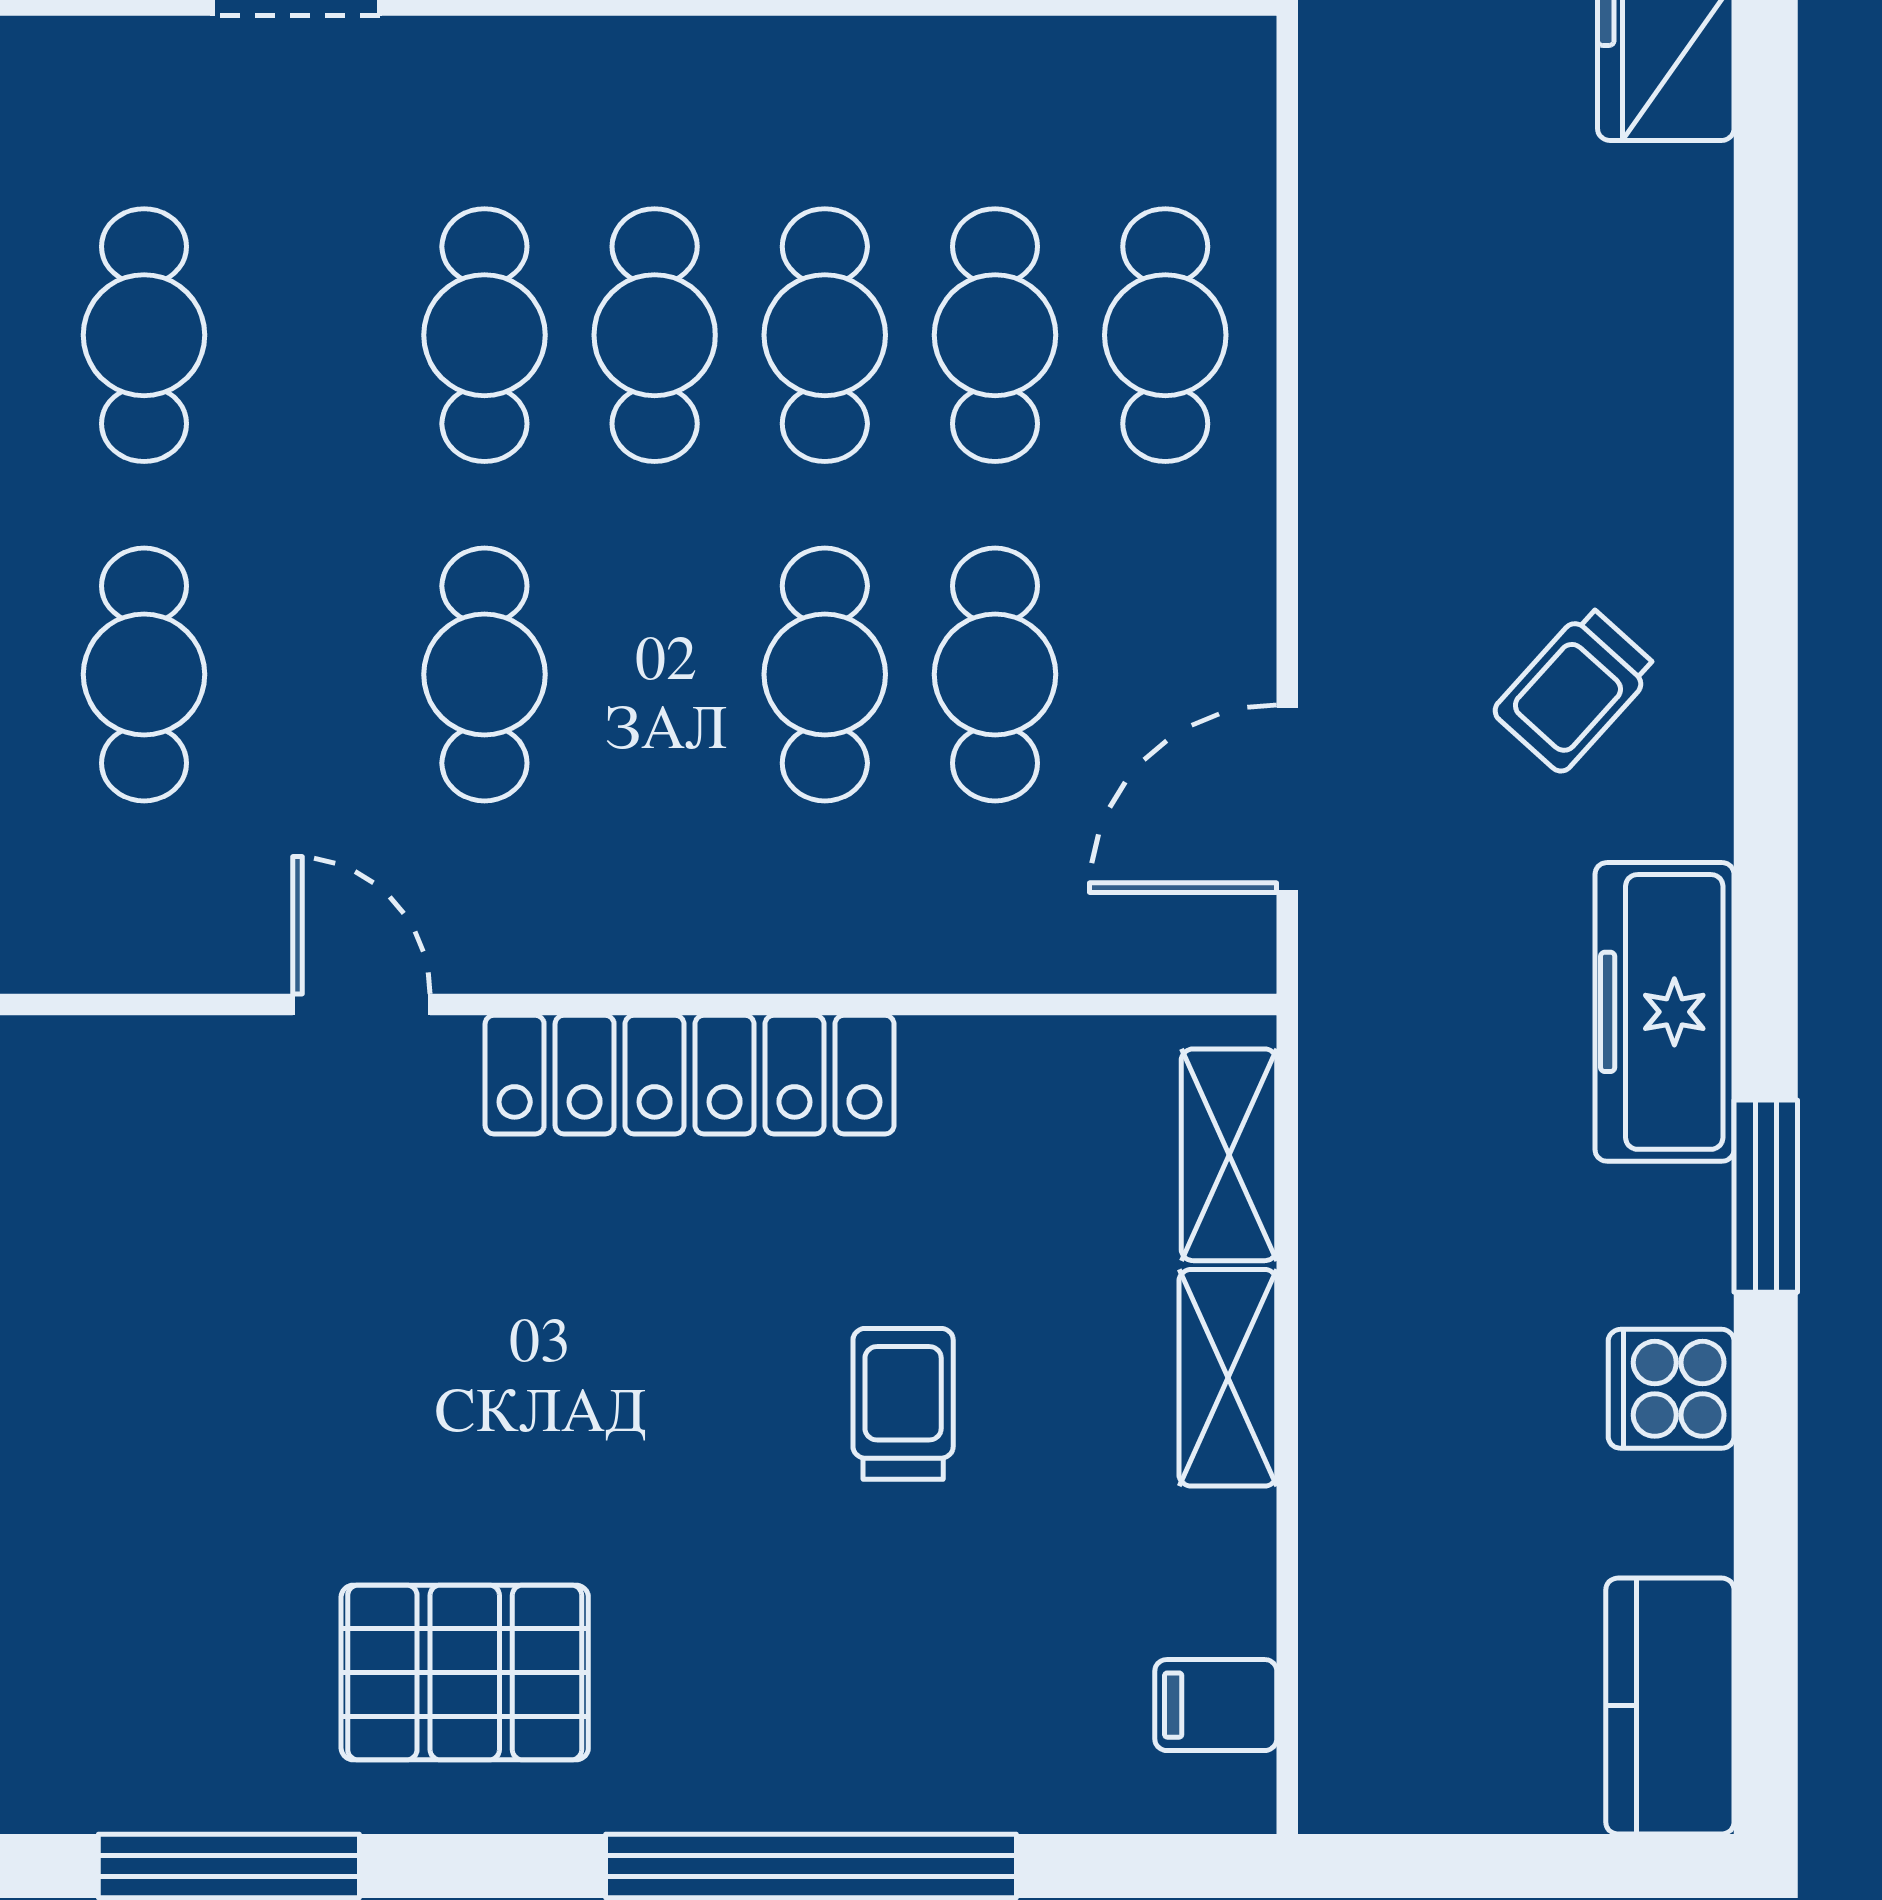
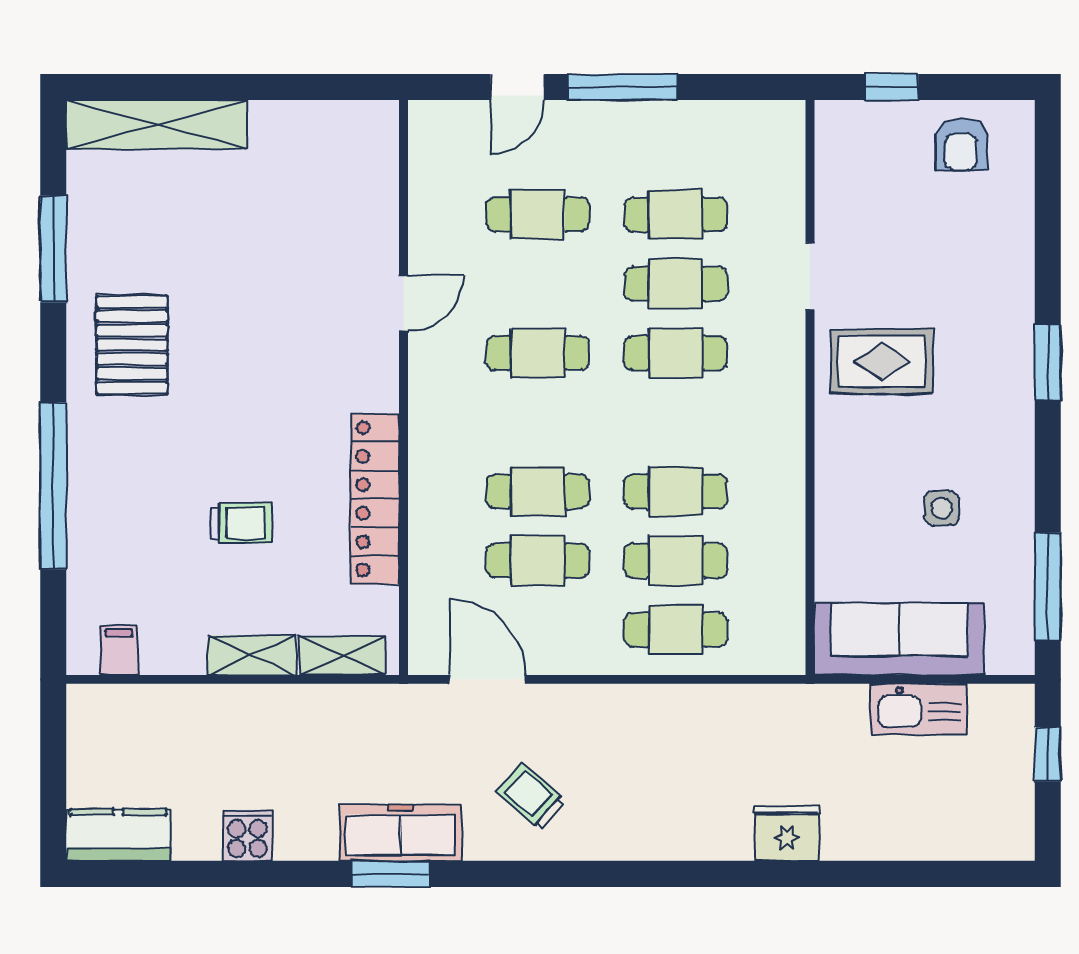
cafe table: (655, 335) -> (676, 284), moved
locker: (690, 1075) -> (375, 499), moved
window: (1766, 1196) -> (390, 874), moved

